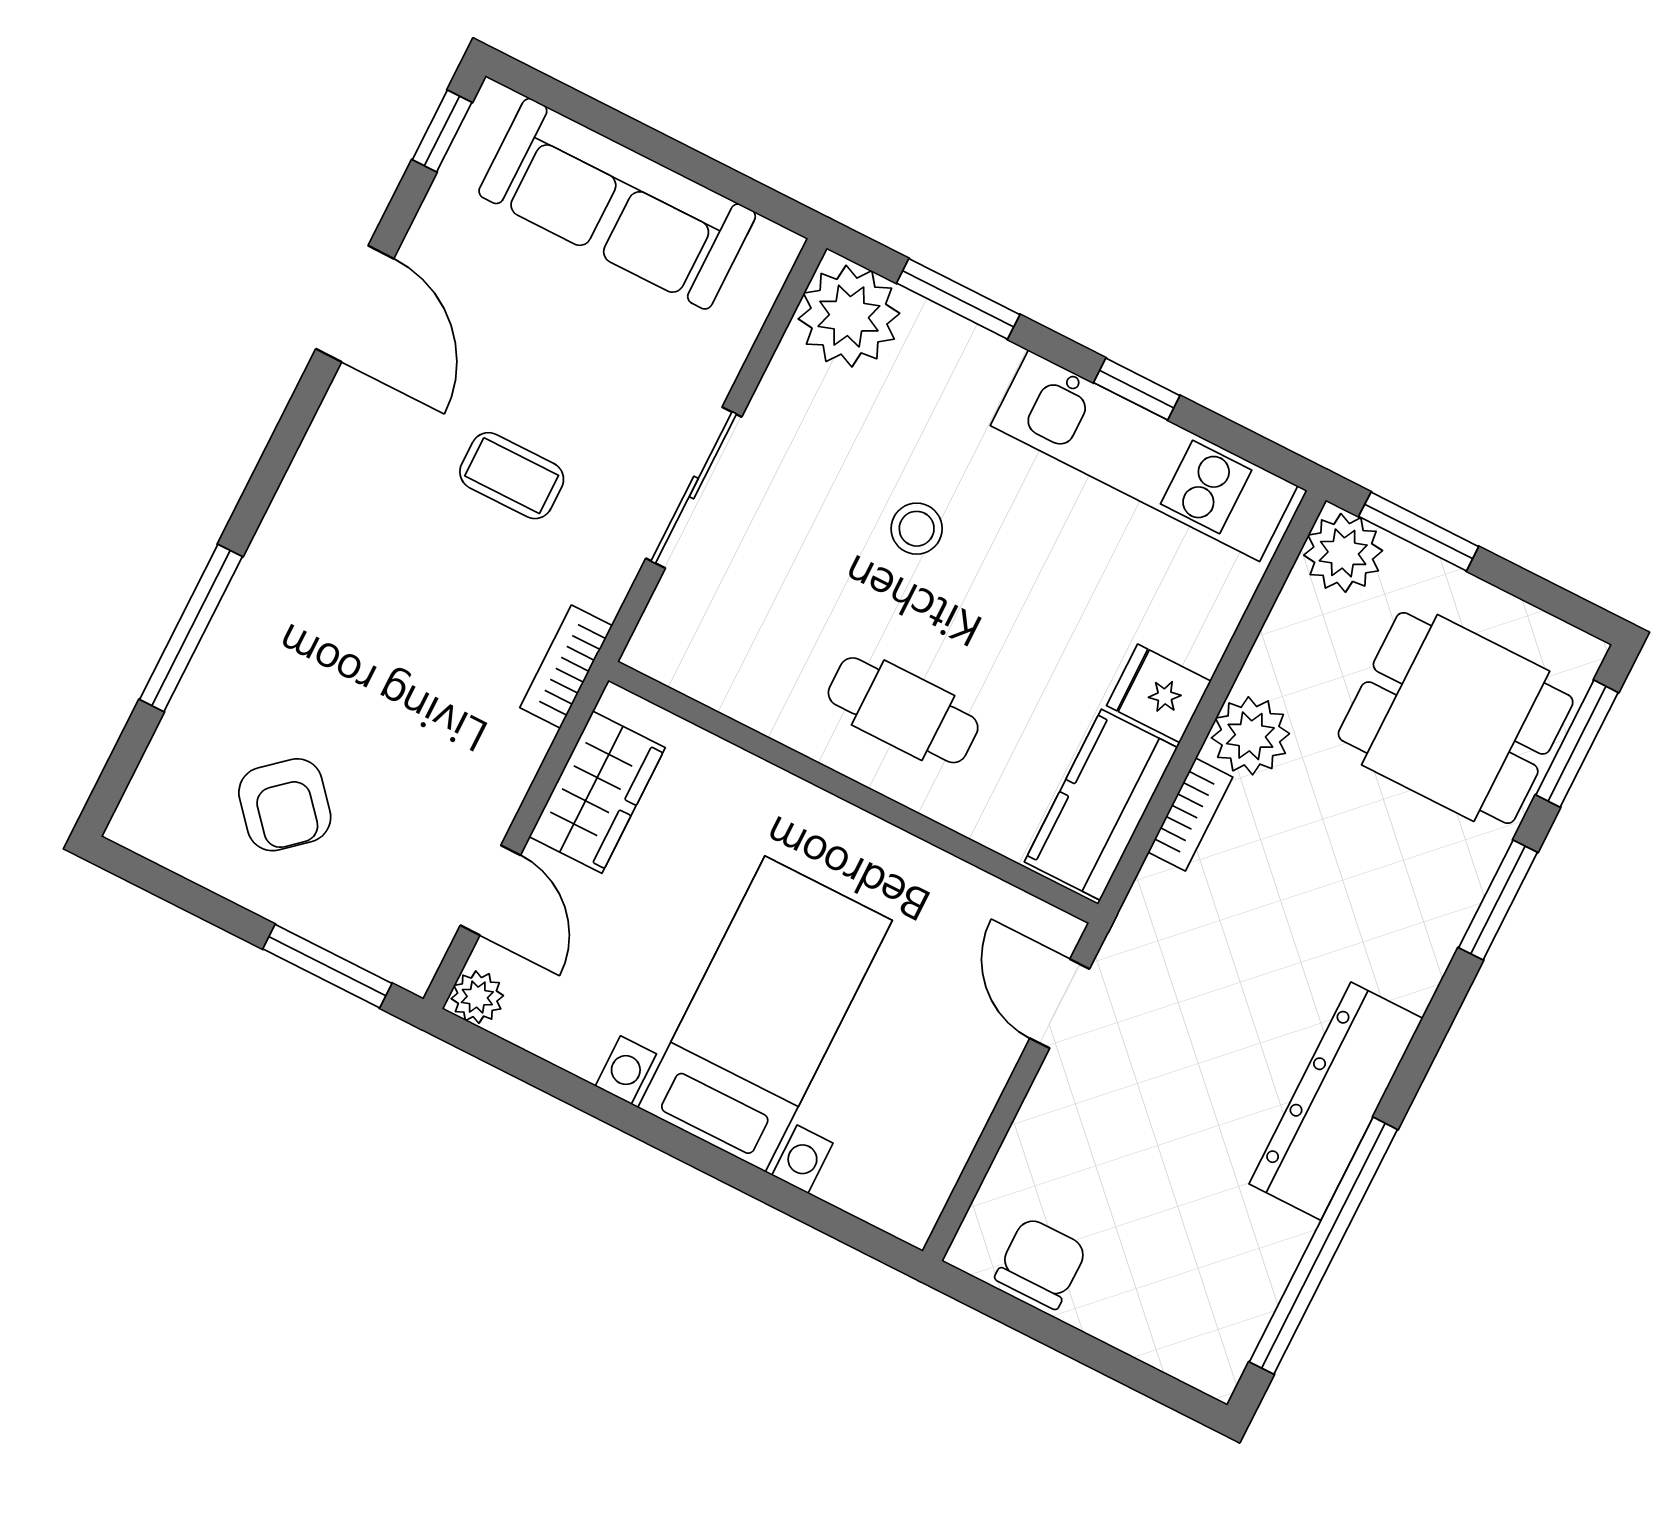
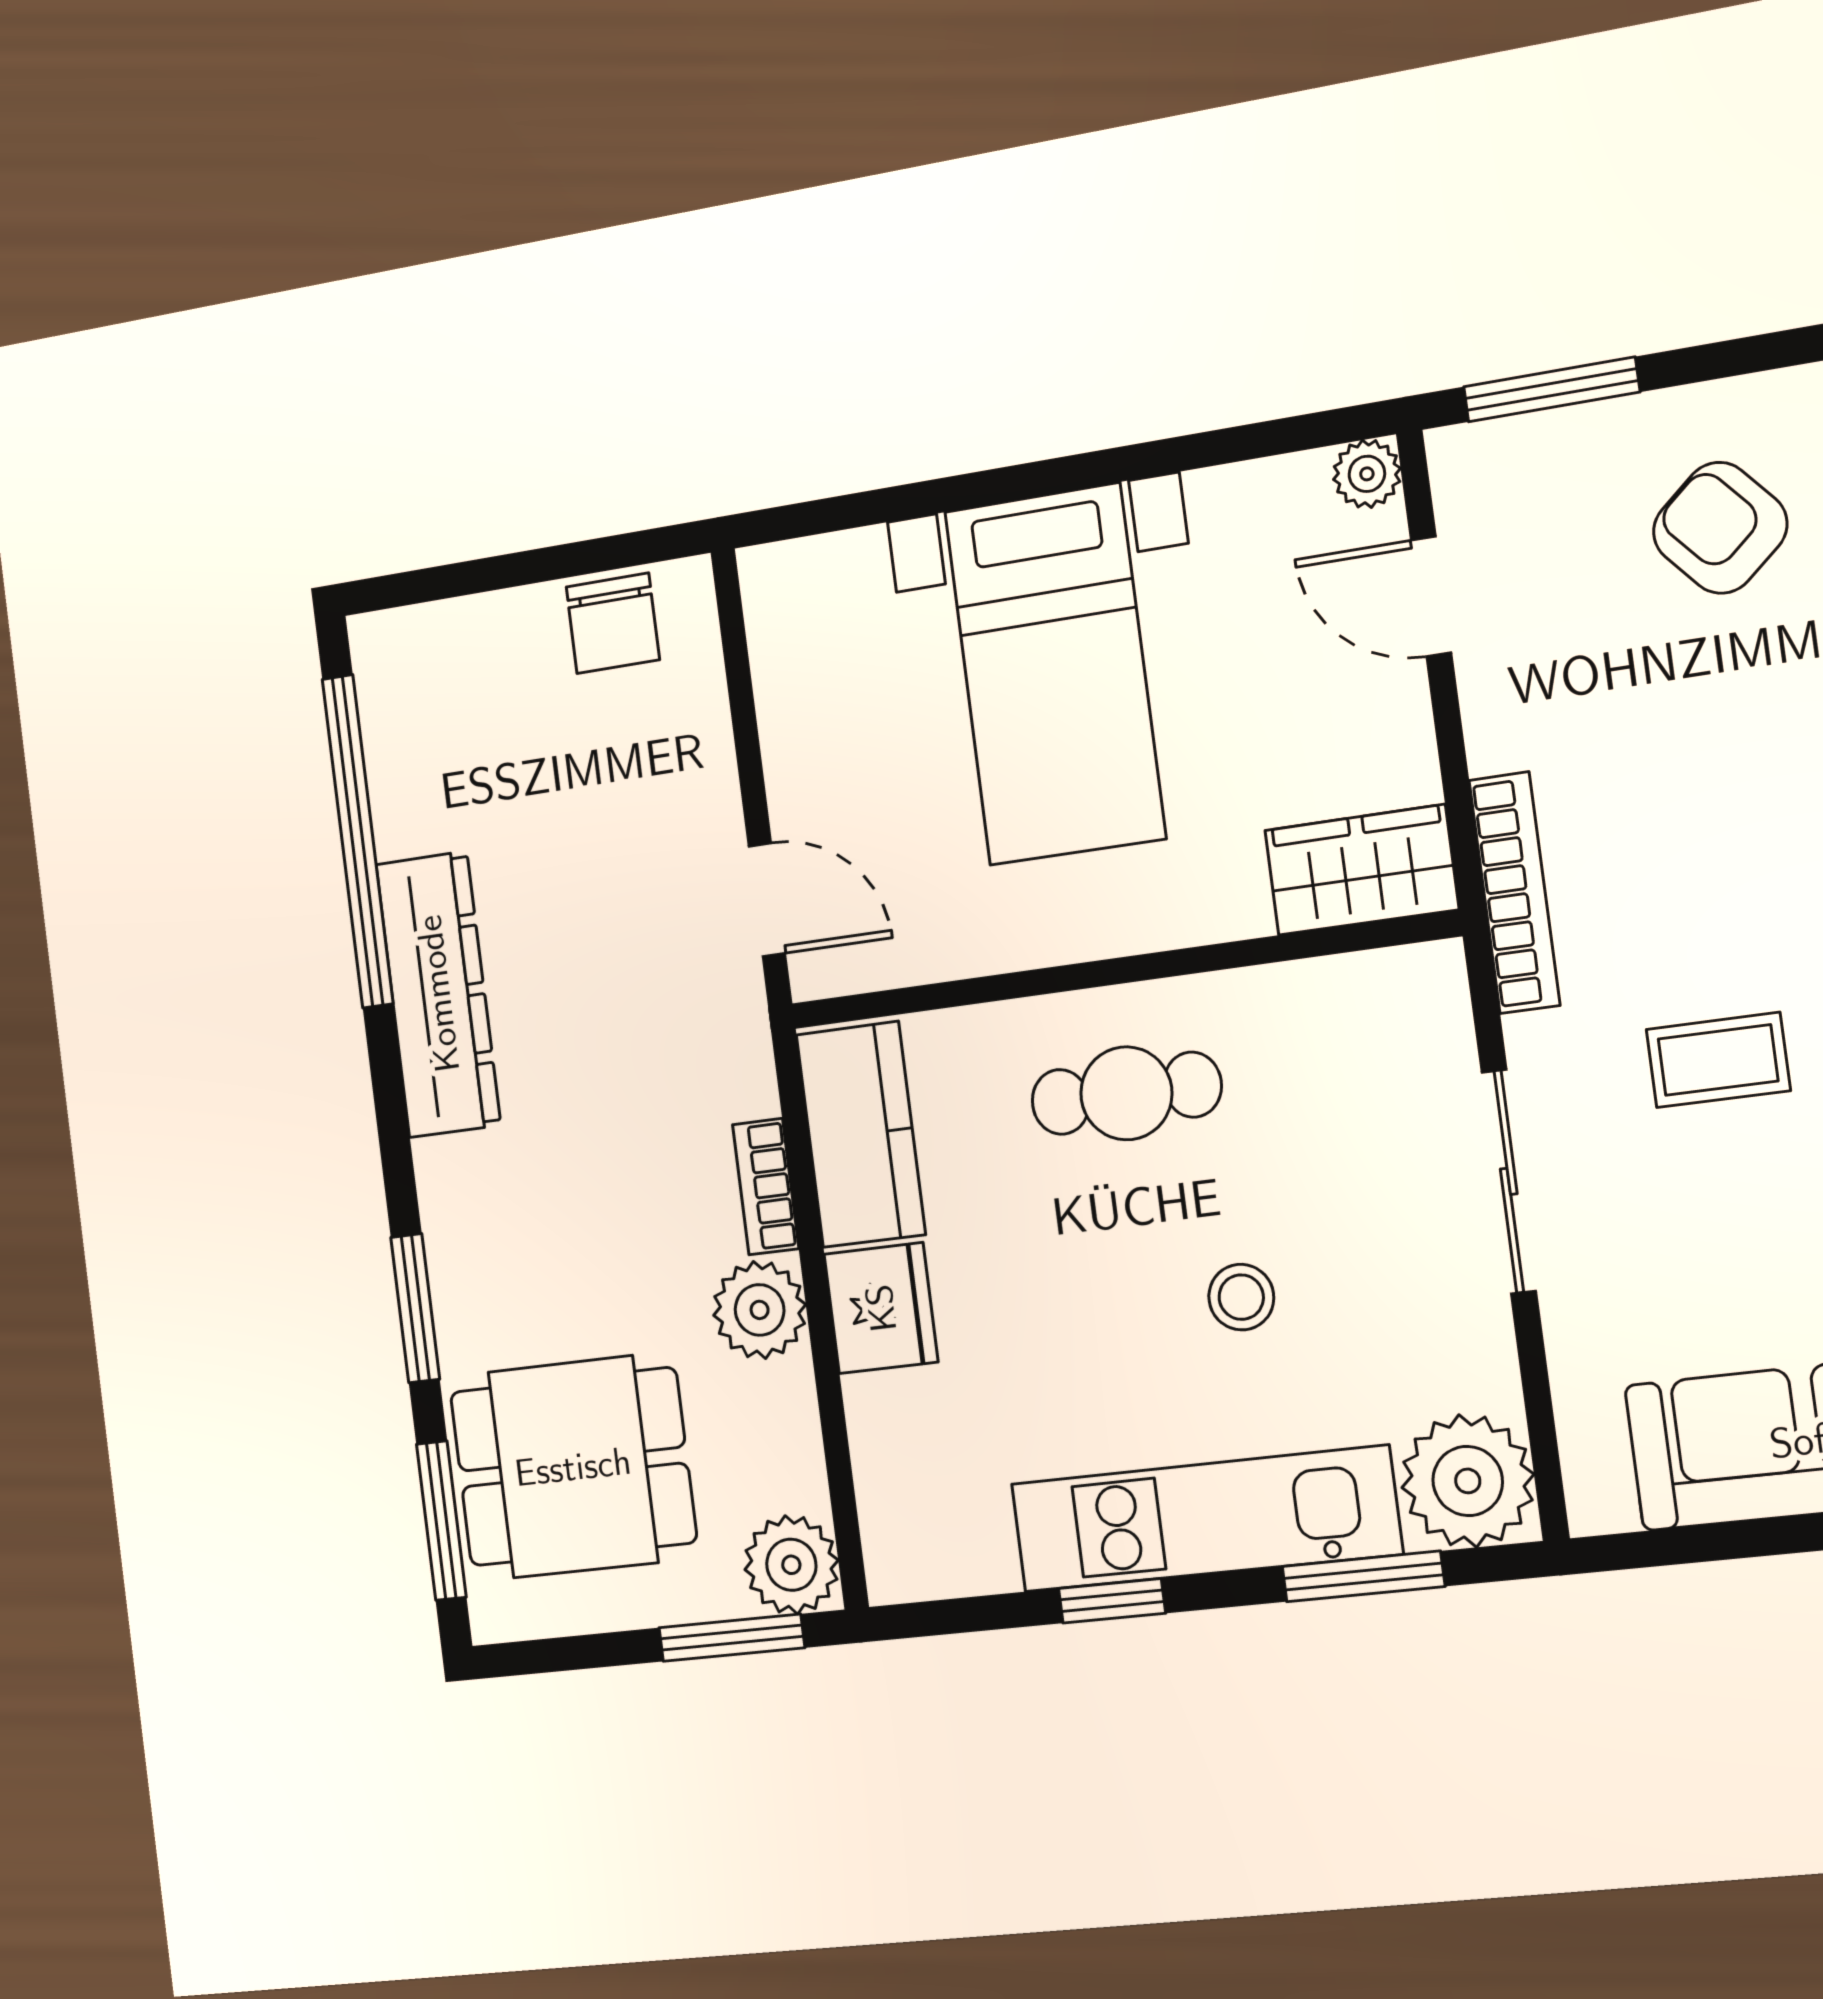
kitchen unit: (1144, 456) -> (1205, 1519), moved
bookcase: (566, 667) -> (1514, 893), width x1.56
fridge: (1159, 693) -> (881, 1308), width x1.38
wardrobe: (597, 792) -> (1362, 870), moved, turned 90

